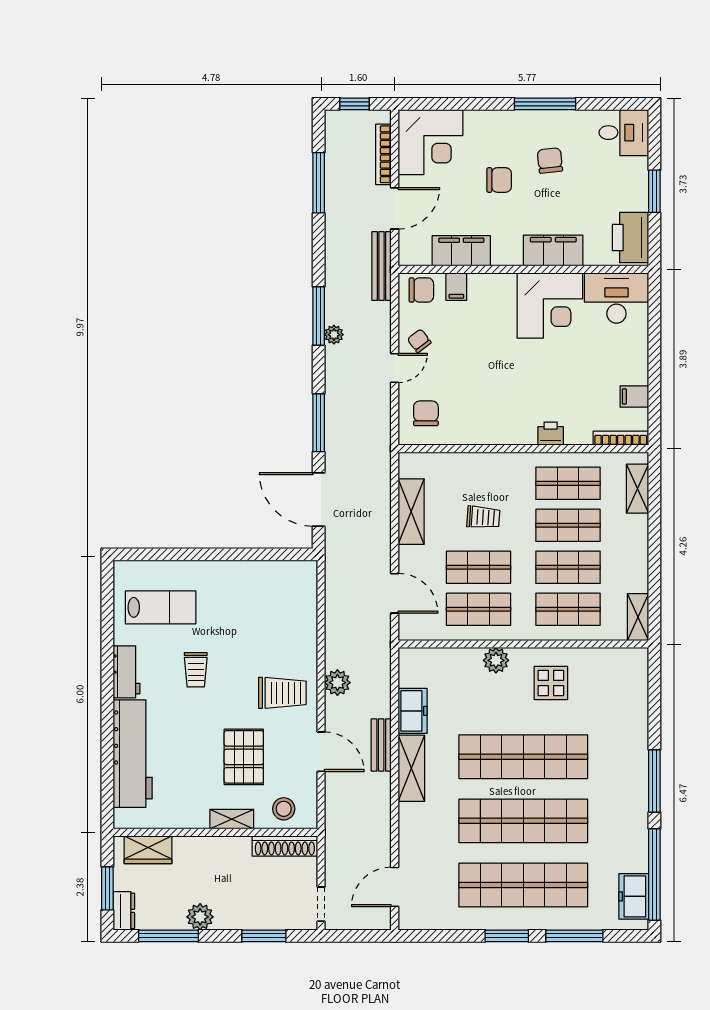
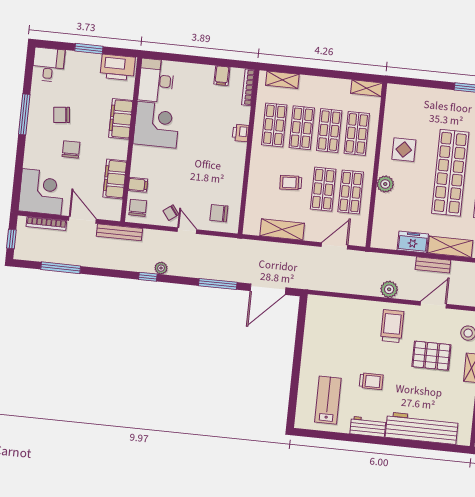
window: (319, 316) -> (148, 277), width x0.46
trolley: (483, 517) -> (291, 183), turned -97

